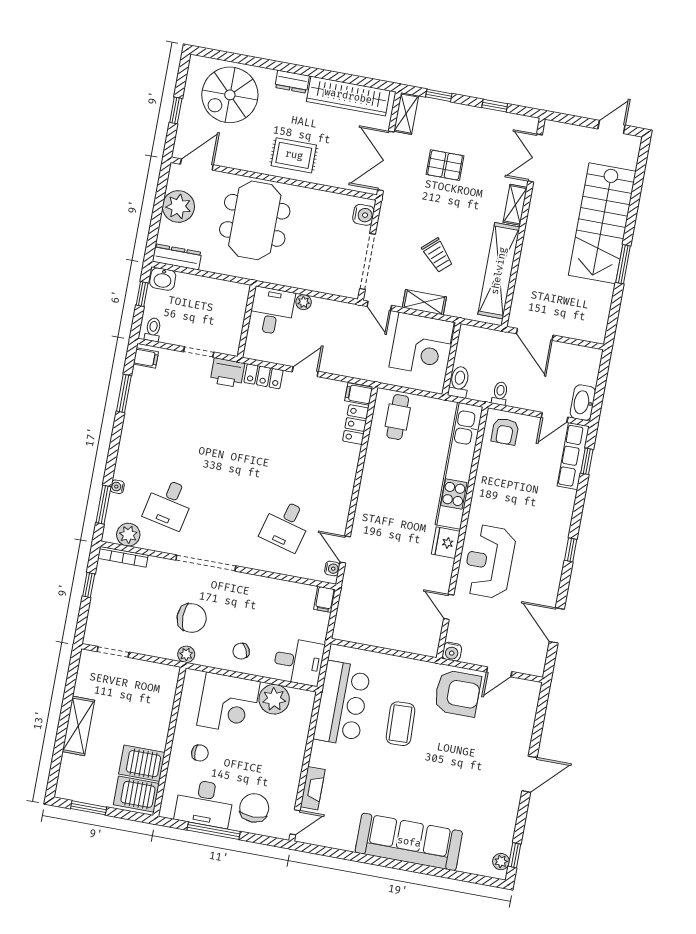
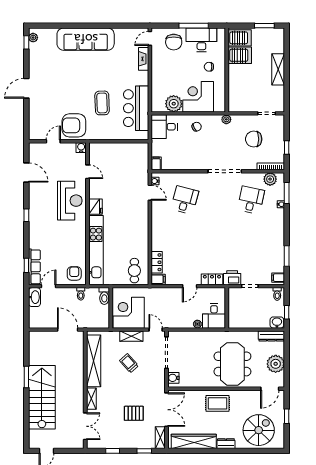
chair: (192, 618) -> (254, 139), moved

